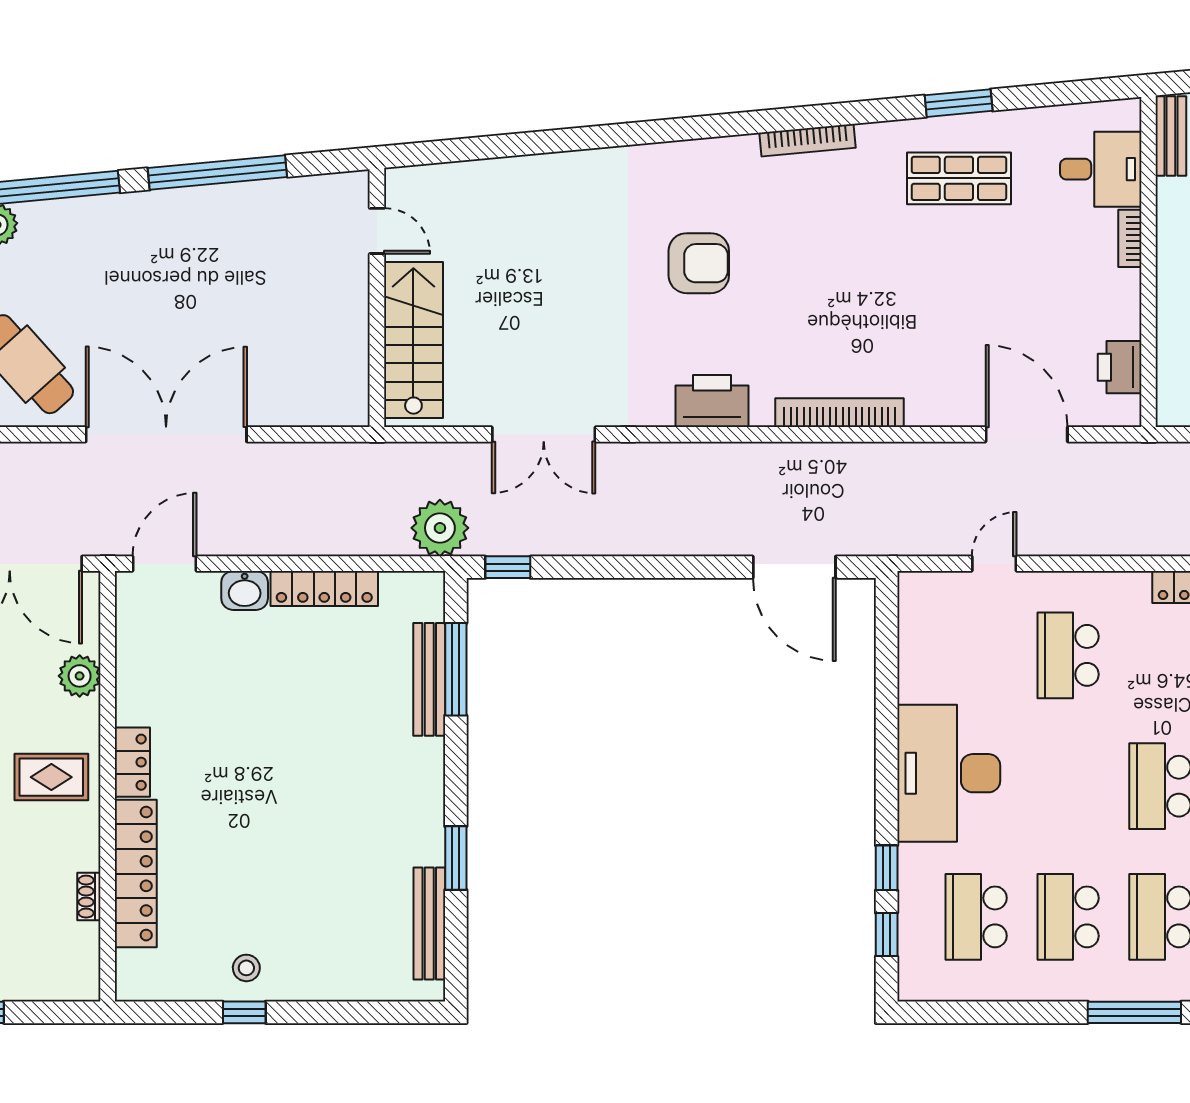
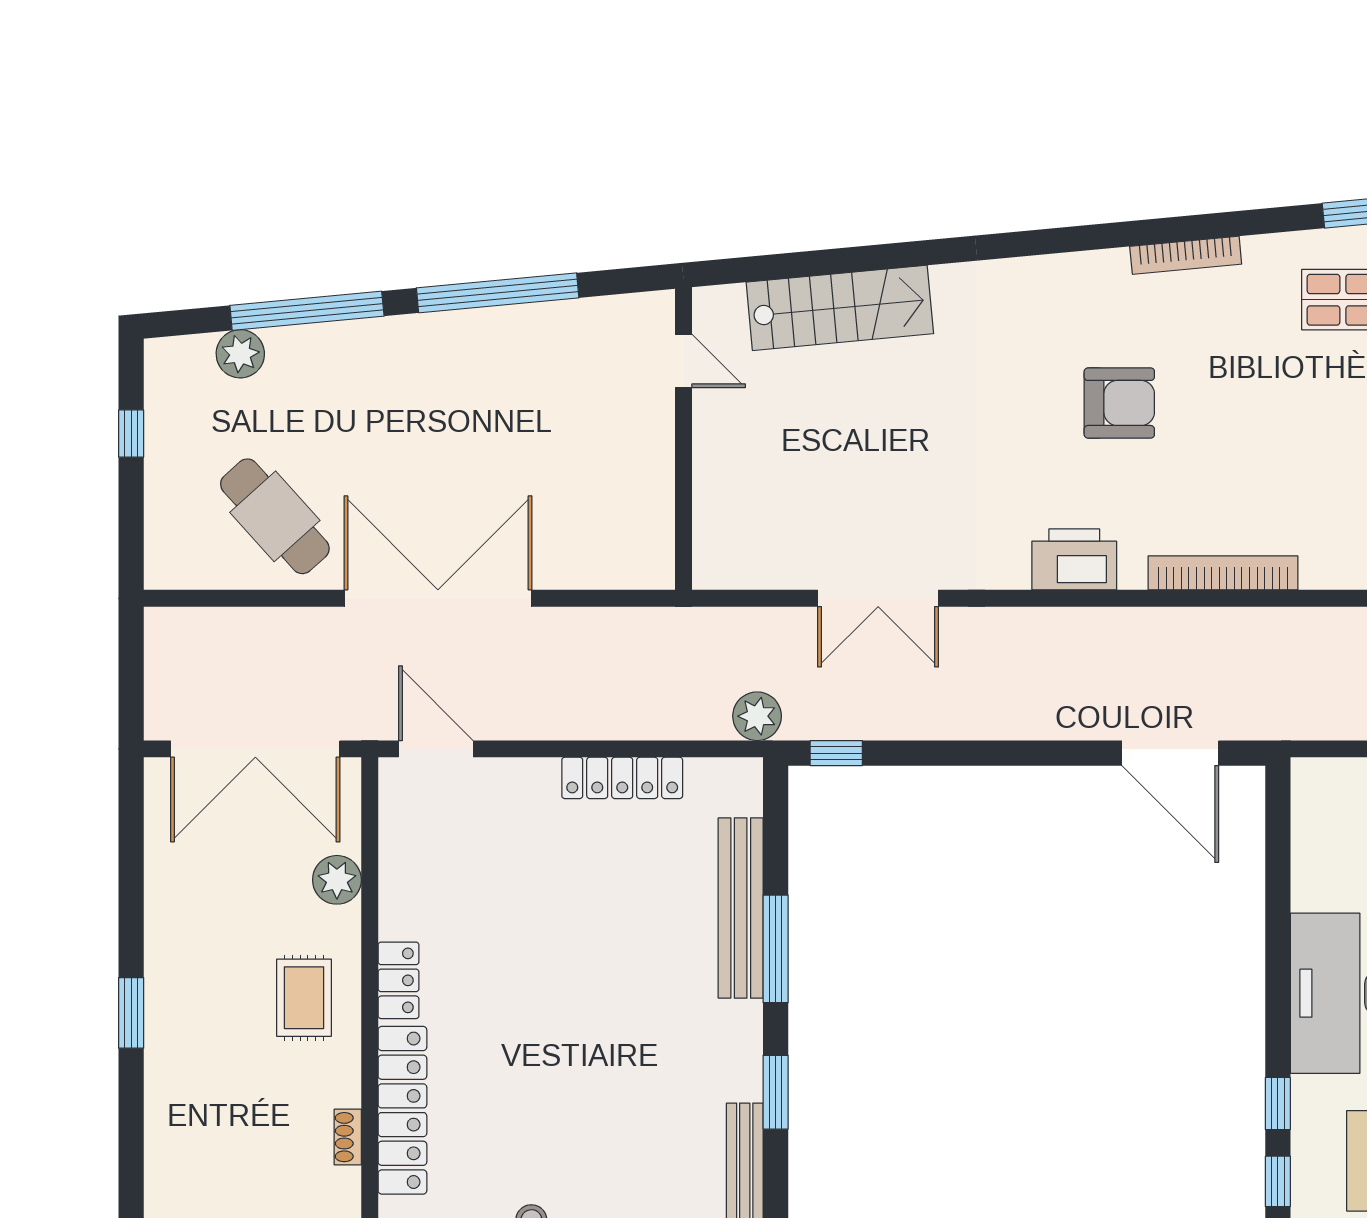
armchair: (699, 263) -> (1119, 403), moved
stairs: (413, 340) -> (840, 308), moved, turned 85
plant: (440, 528) -> (757, 716), width x0.73, depth x0.73
door: (165, 564) -> (436, 749), hinge flipped
washbasin: (245, 590) -> (529, 780), removed
window: (456, 669) -> (776, 949), moved
bench: (429, 679) -> (741, 908), width x1.37, depth x1.21
rug: (51, 777) -> (304, 998), turned 90

